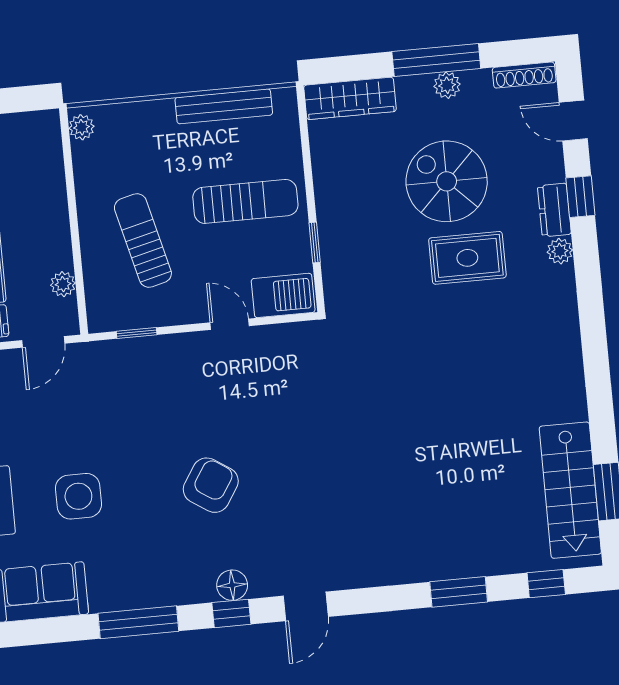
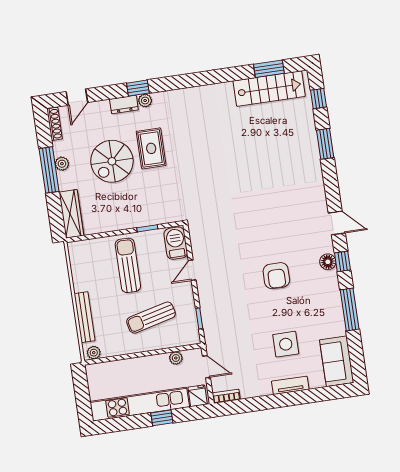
bench: (224, 106) -> (85, 317), moved
window: (580, 197) -> (138, 88), moved
armchair: (211, 485) -> (276, 276), turned -123

